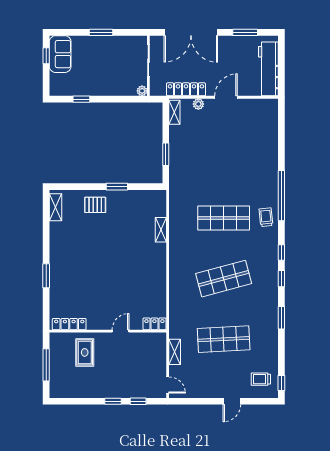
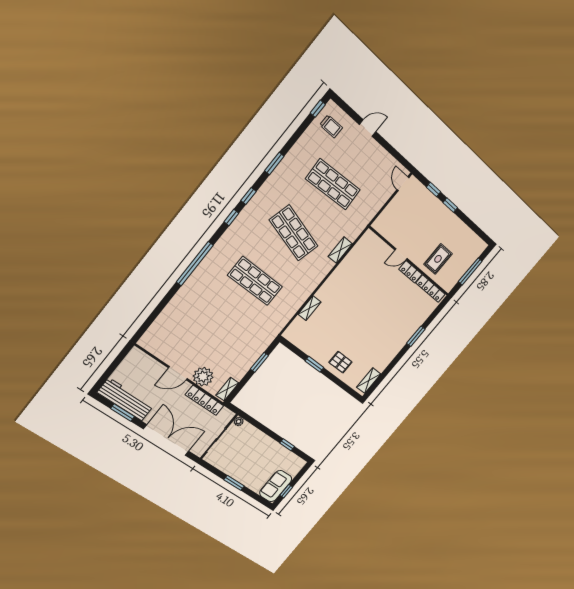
workbench: (268, 69) -> (125, 399), moved, turned -90
plant: (198, 104) -> (203, 377), width x1.88, depth x1.88
trolley: (266, 217) -> (221, 256), removed
shop shelf: (224, 279) -> (294, 233), turned 30
locker: (154, 324) -> (410, 272), moved
shelving: (175, 352) -> (340, 250), moved

